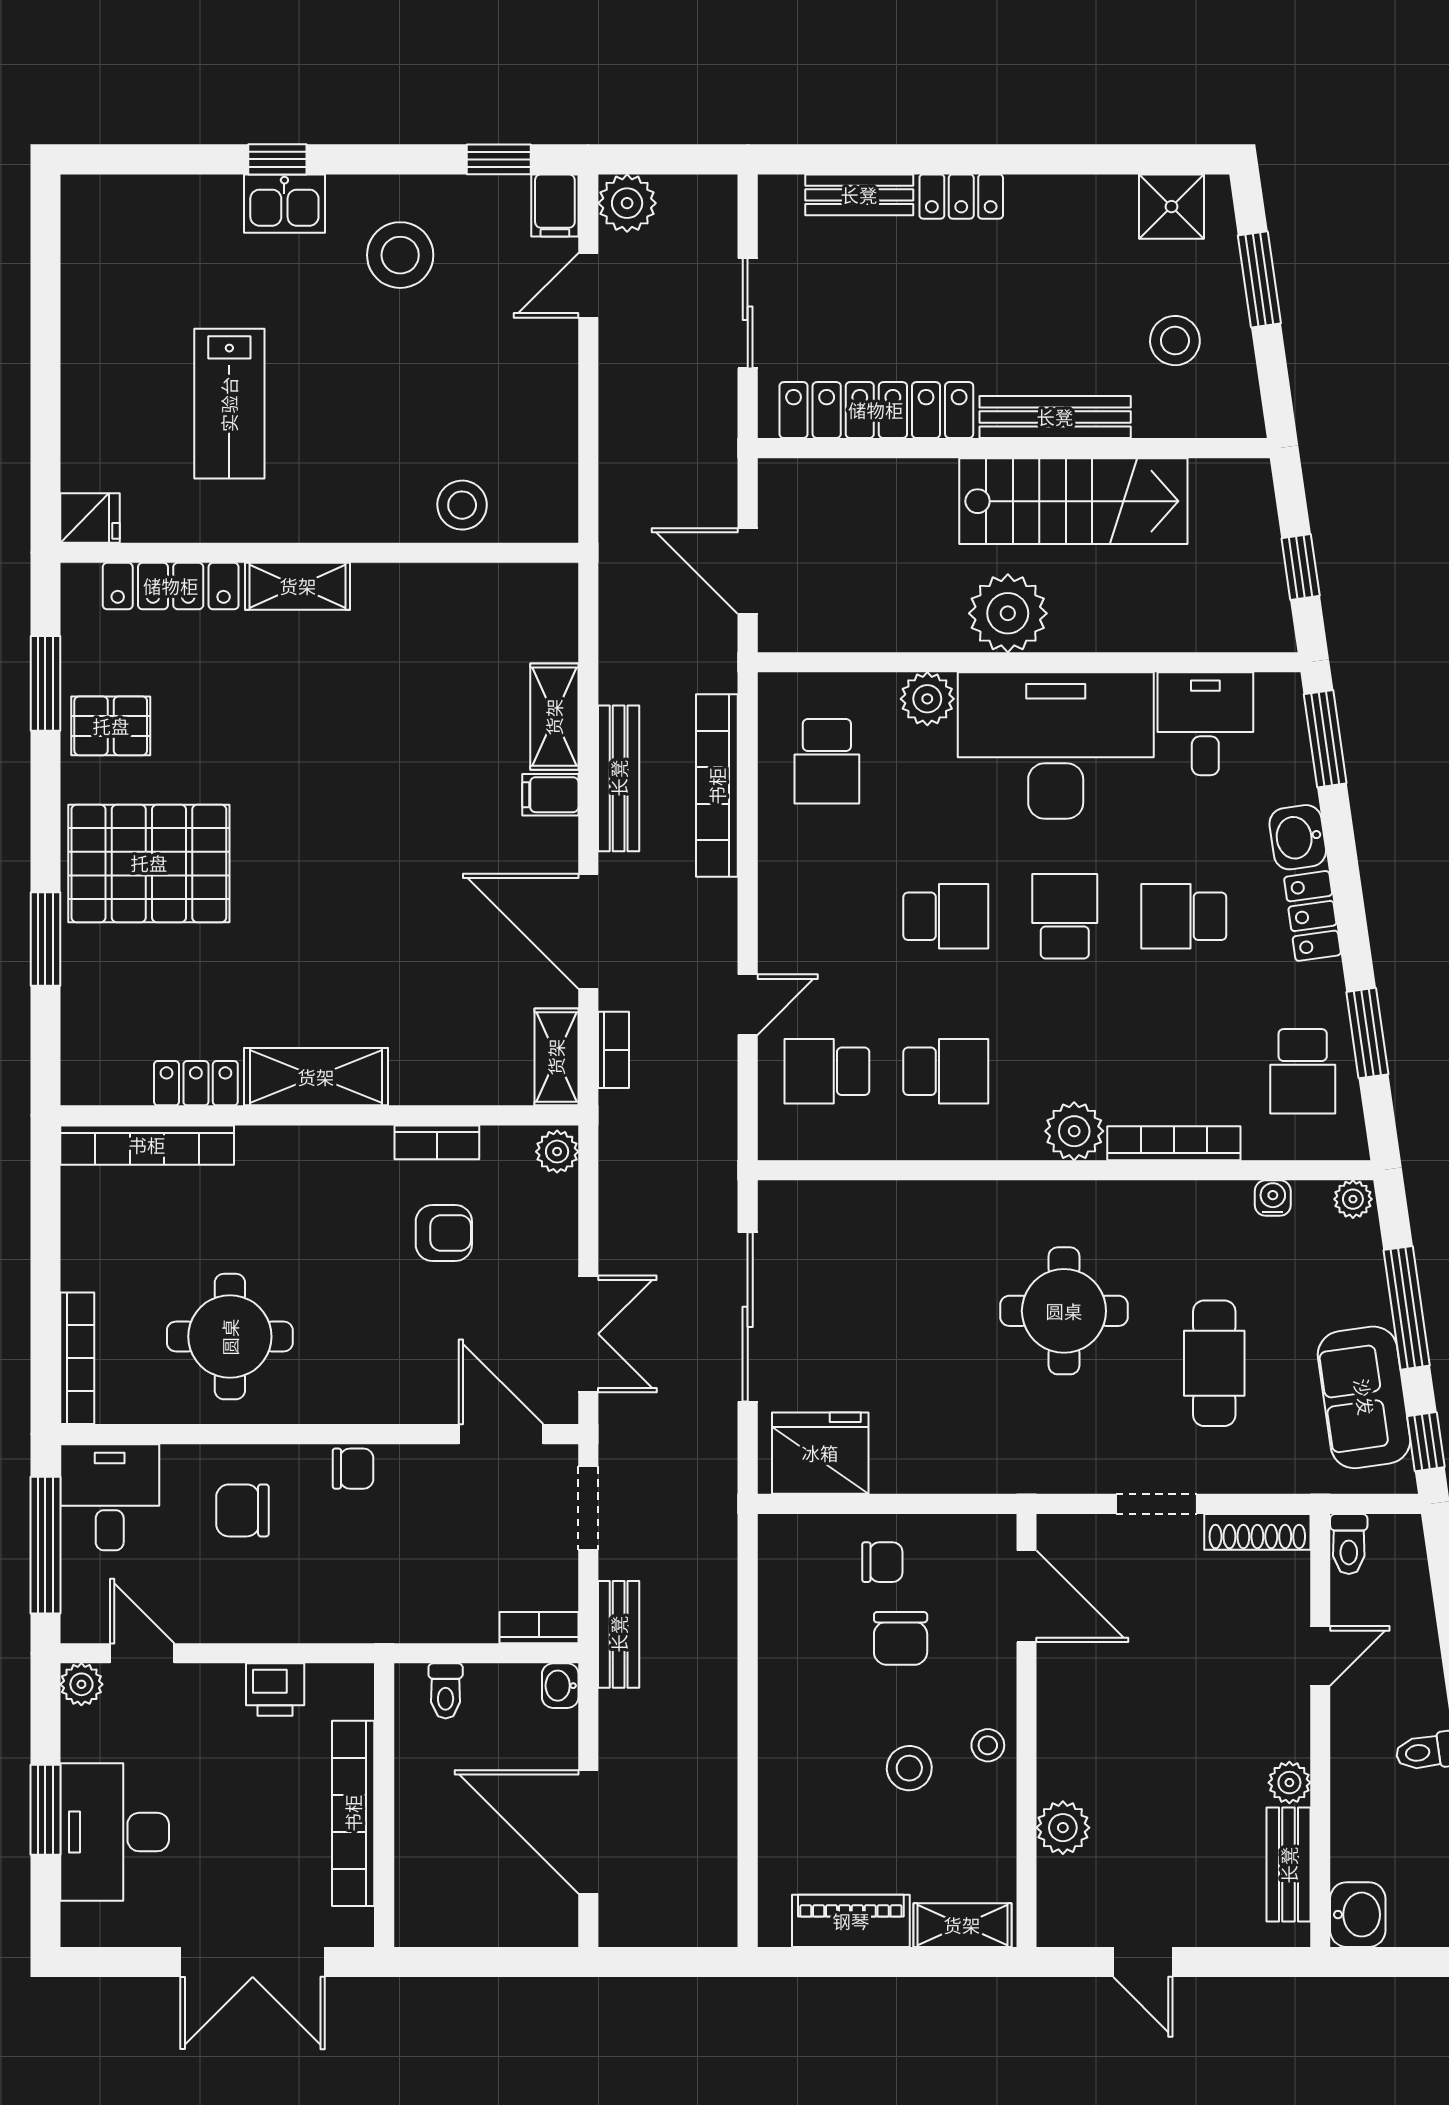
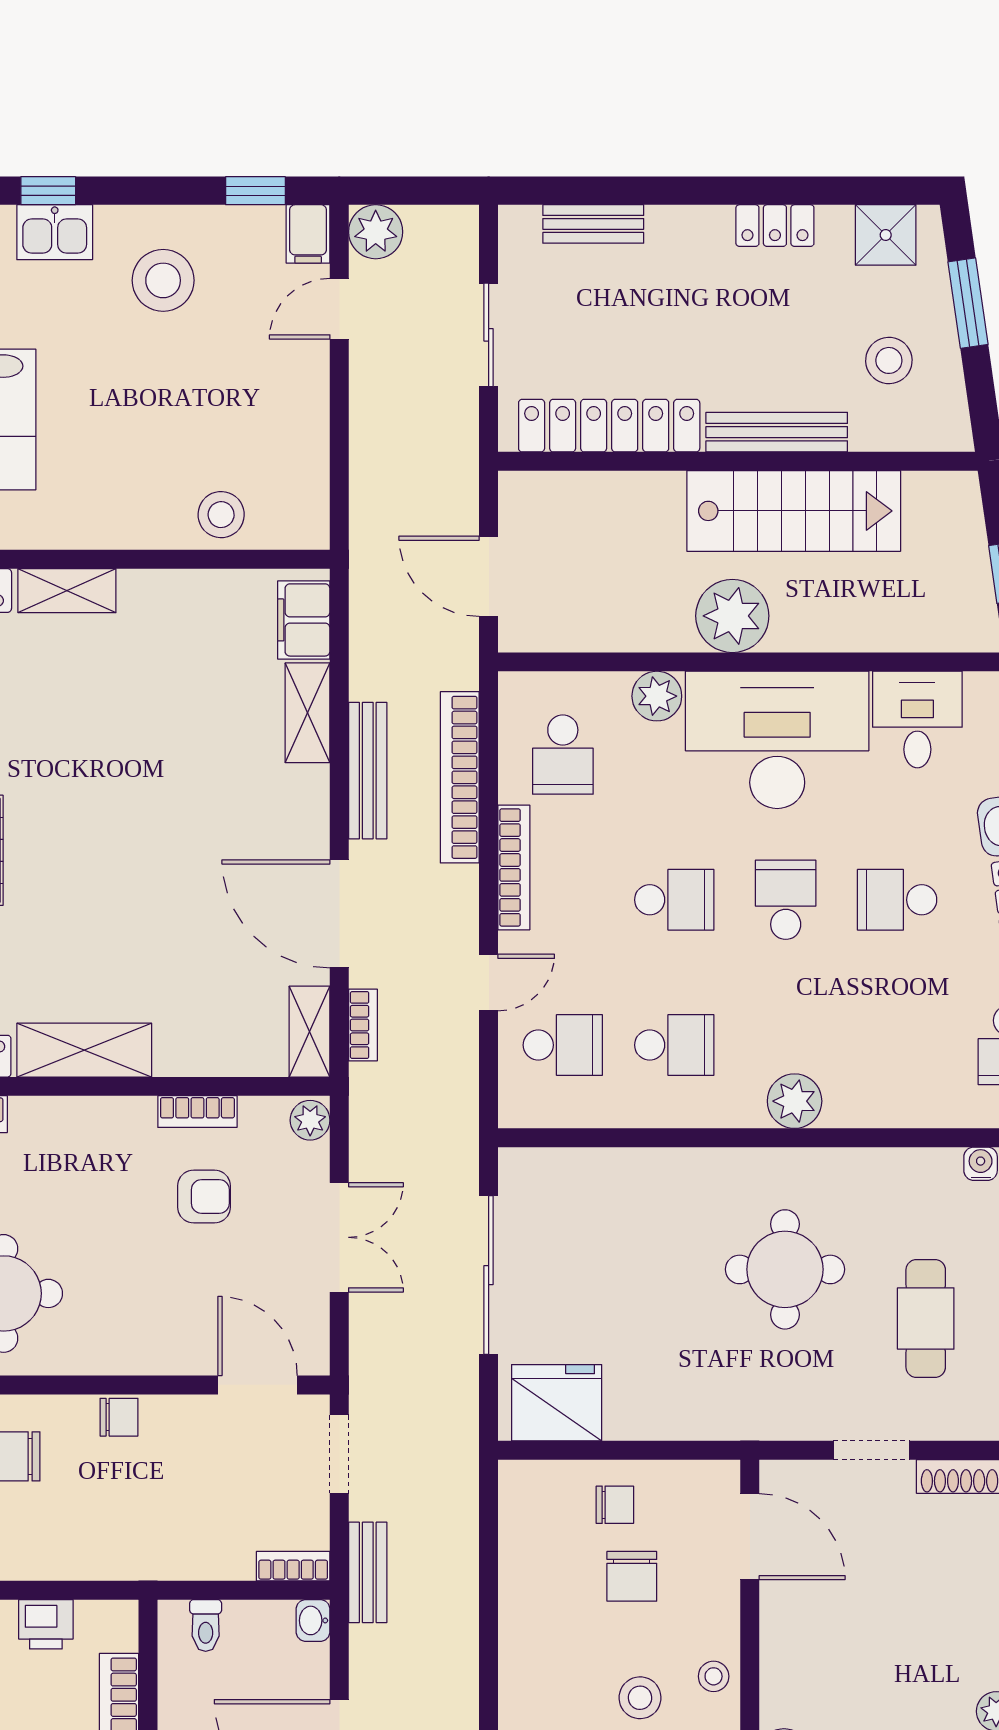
locker: (961, 197) -> (775, 226), moved
filing cabinet: (550, 795) -> (304, 620), moved, width x2.00
school desk: (827, 1071) -> (563, 1045), turned 180
bookcase: (1174, 1143) -> (514, 867), moved, turned 90
double door: (588, 1334) -> (339, 1237), moved

